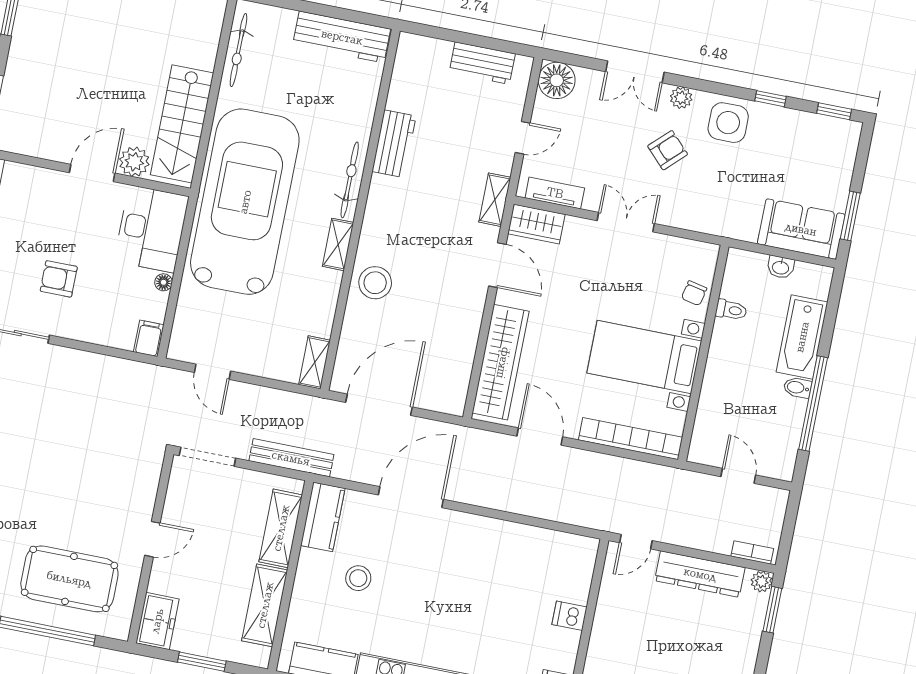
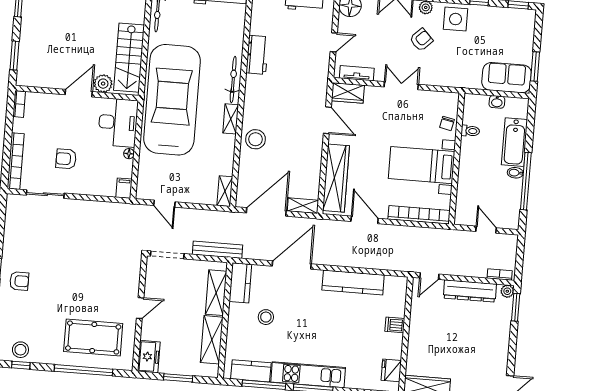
shelving: (495, 200) -> (303, 206), moved, turned 90
kitchen counter: (509, 538) -> (353, 282), added

